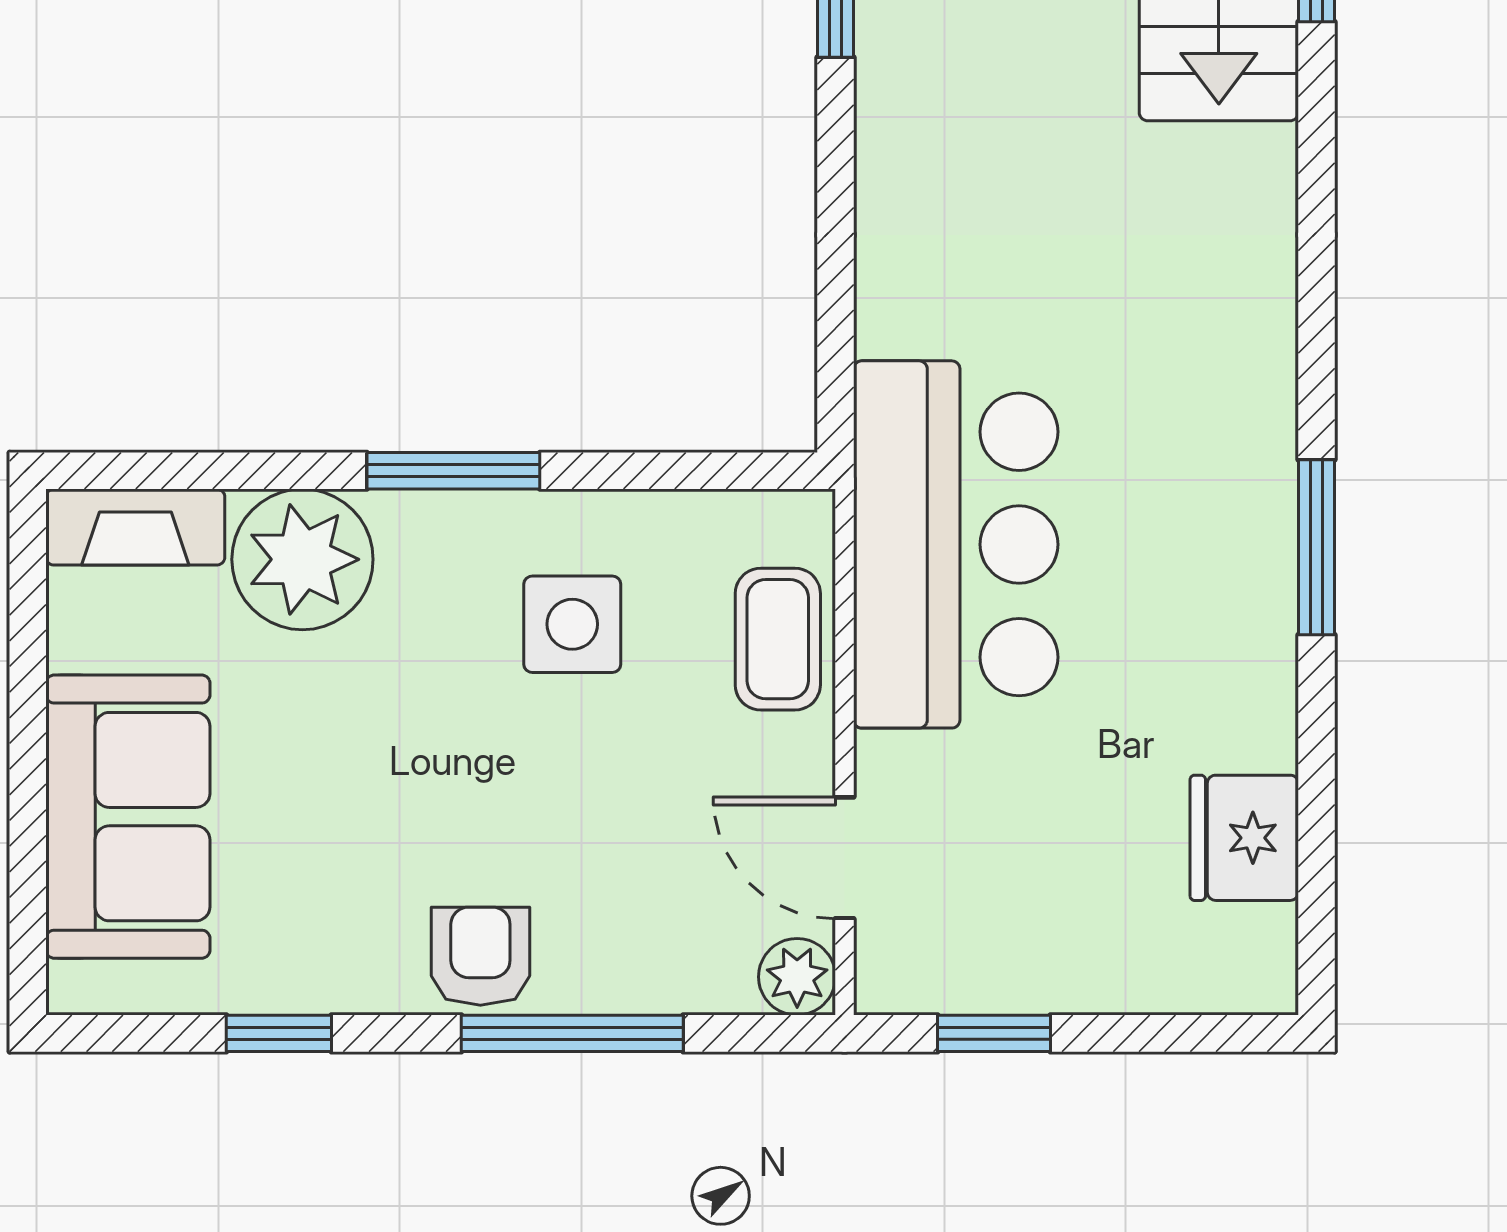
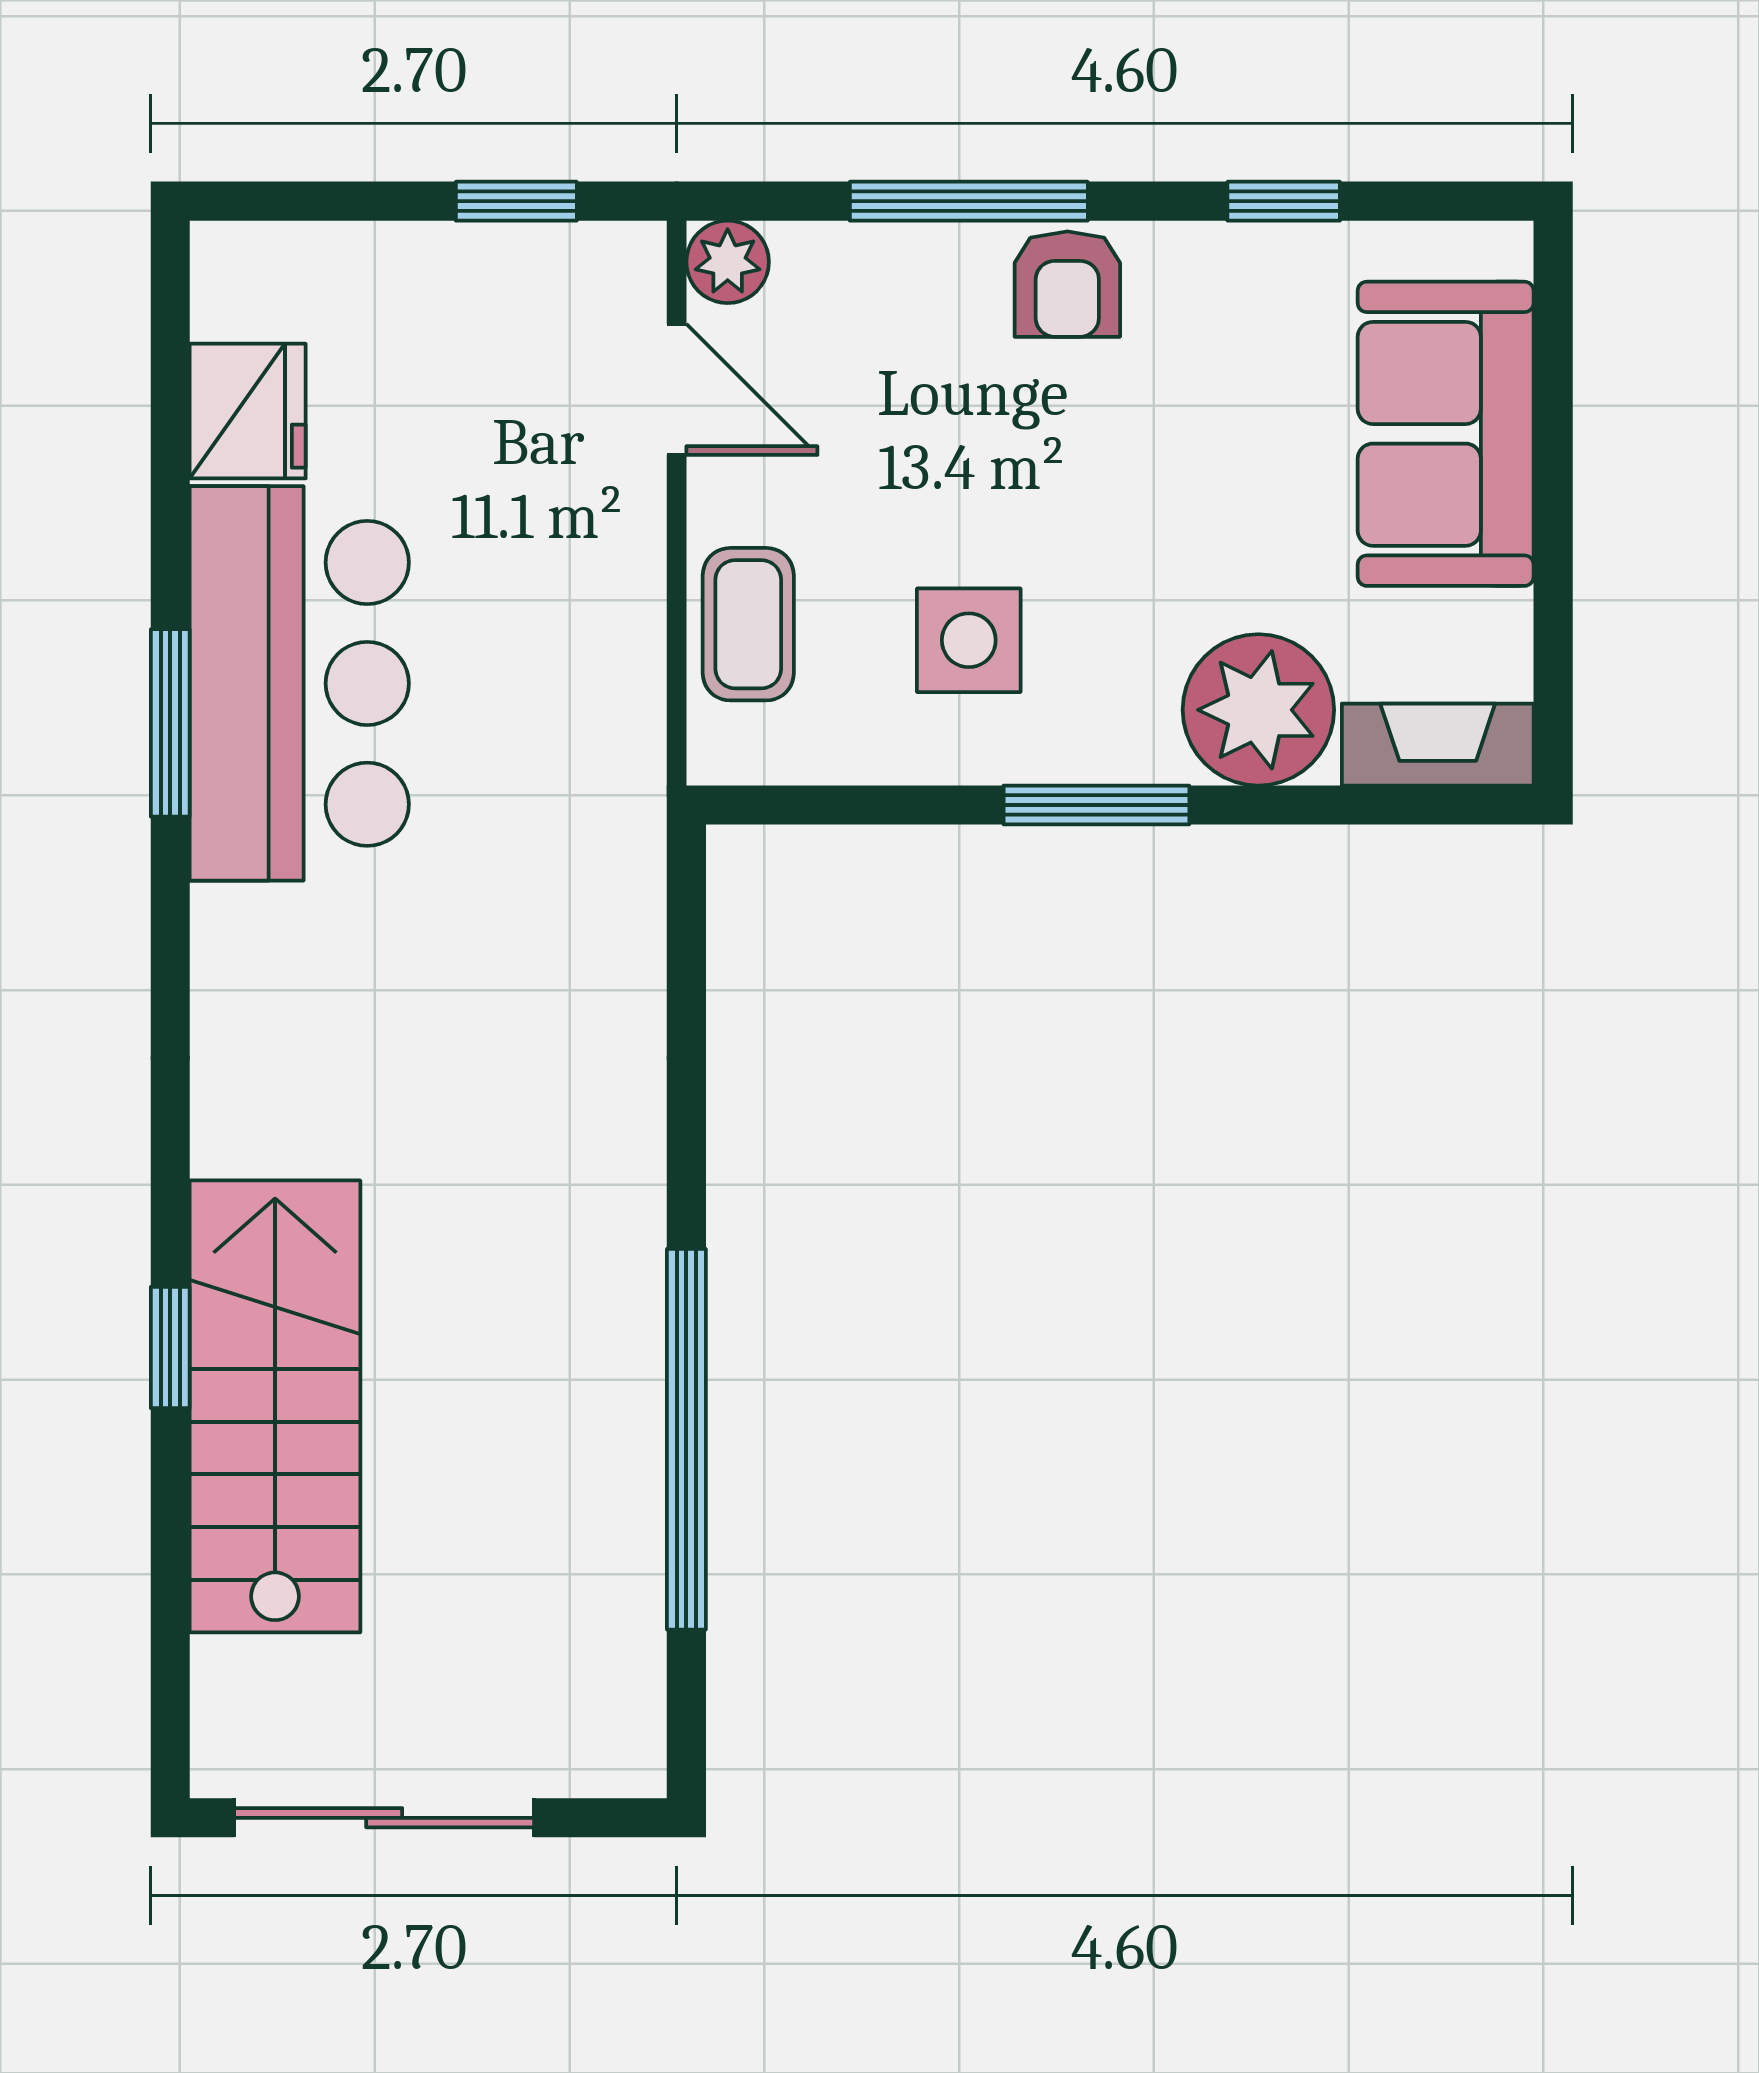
bar counter: (956, 544) -> (299, 683), moved, turned 180

